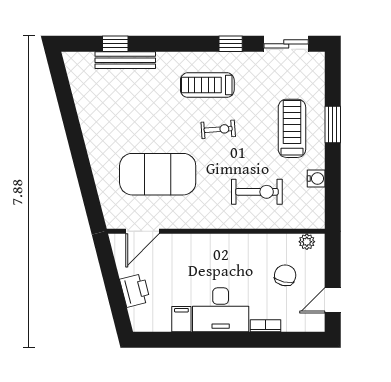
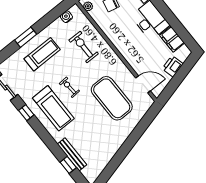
treadmill: (207, 85) -> (53, 108), width x1.37, depth x1.37
treadmill: (292, 128) -> (42, 54), turned 180
water cooler: (316, 179) -> (66, 17), moved
filing cabinet: (181, 319) -> (172, 39), width x2.00

